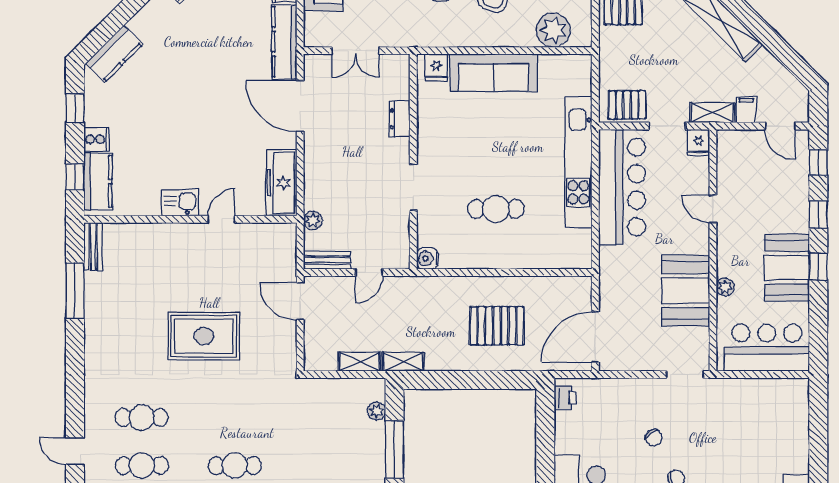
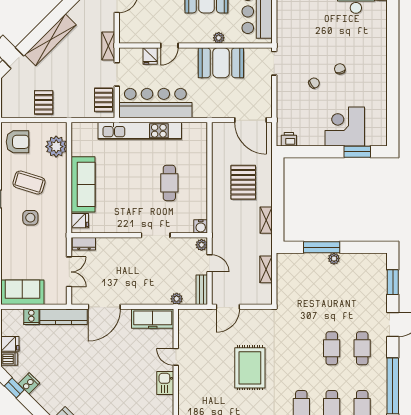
filing cabinet: (746, 109) -> (106, 24), removed
dresser: (400, 119) -> (84, 244), moved
fridge: (698, 142) -> (150, 56), moved, turned 90
plant: (398, 260) -> (202, 245), added
shelving: (403, 362) -> (266, 220), moved
plant: (376, 411) -> (334, 259), moved

